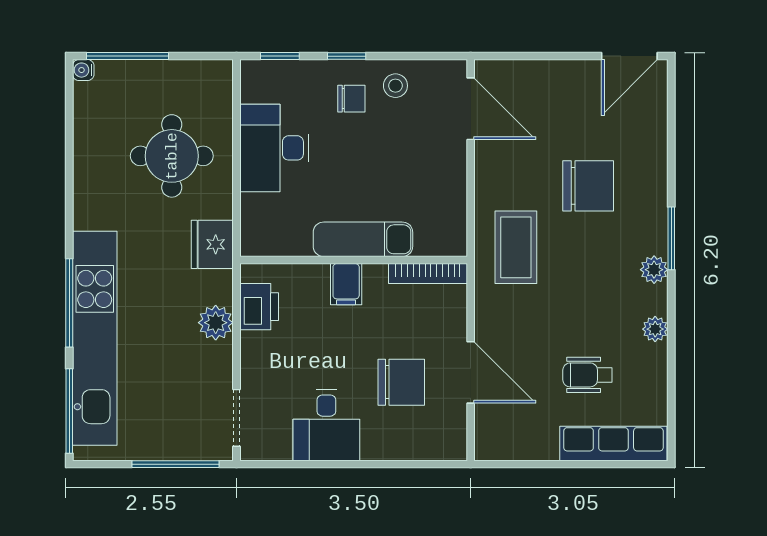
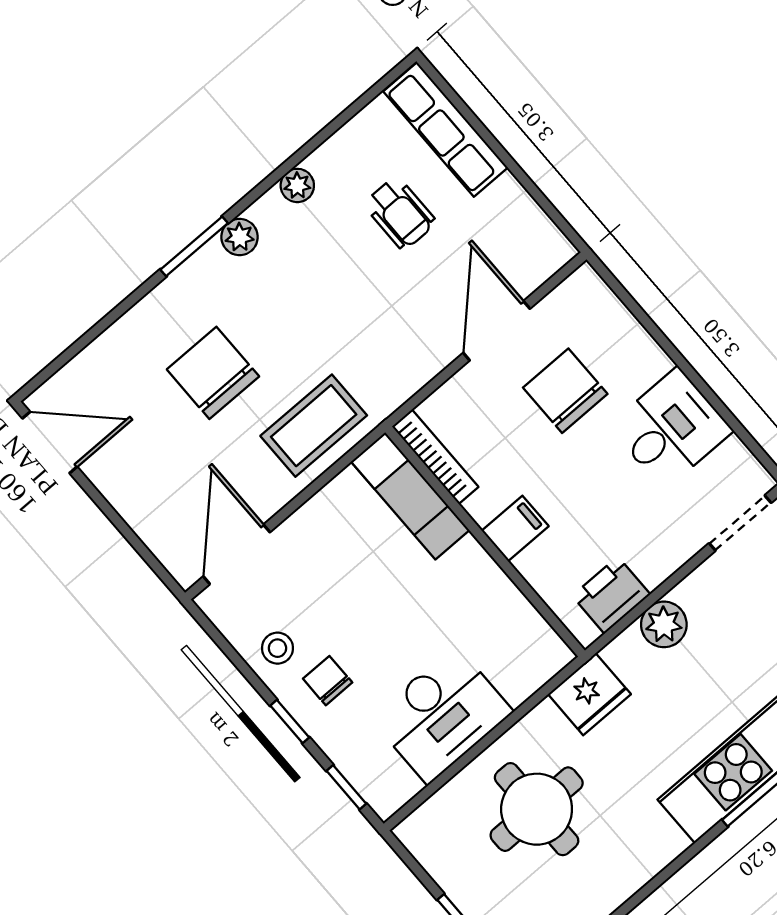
exam couch: (363, 239) -> (410, 496), moved
coffee table: (516, 247) -> (314, 426), moved

